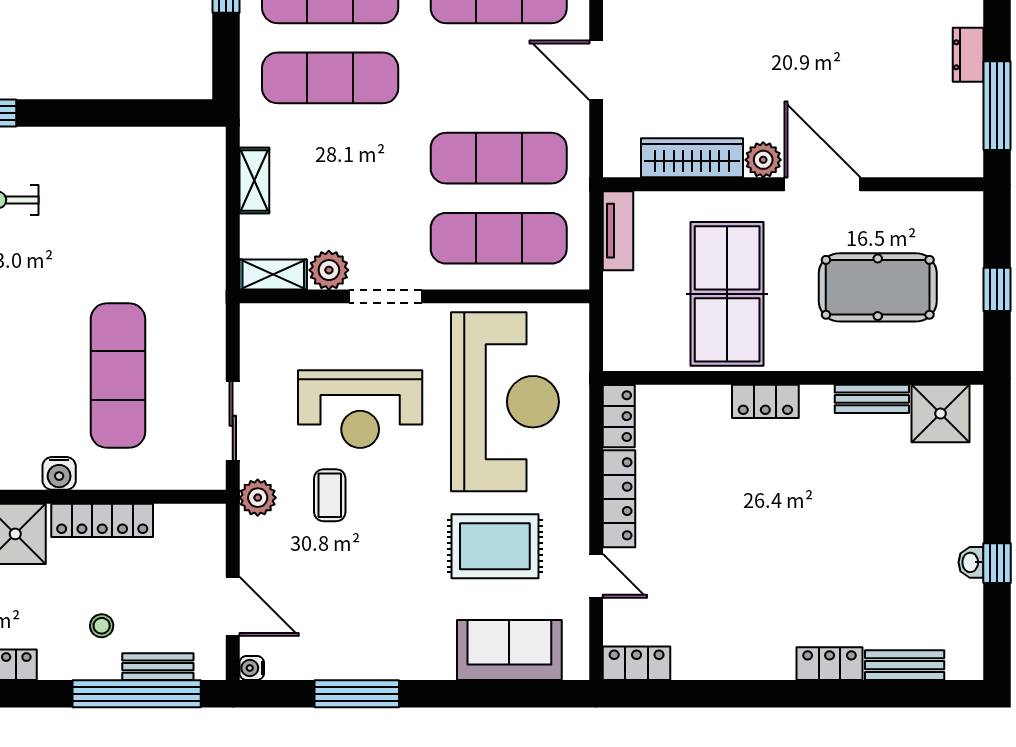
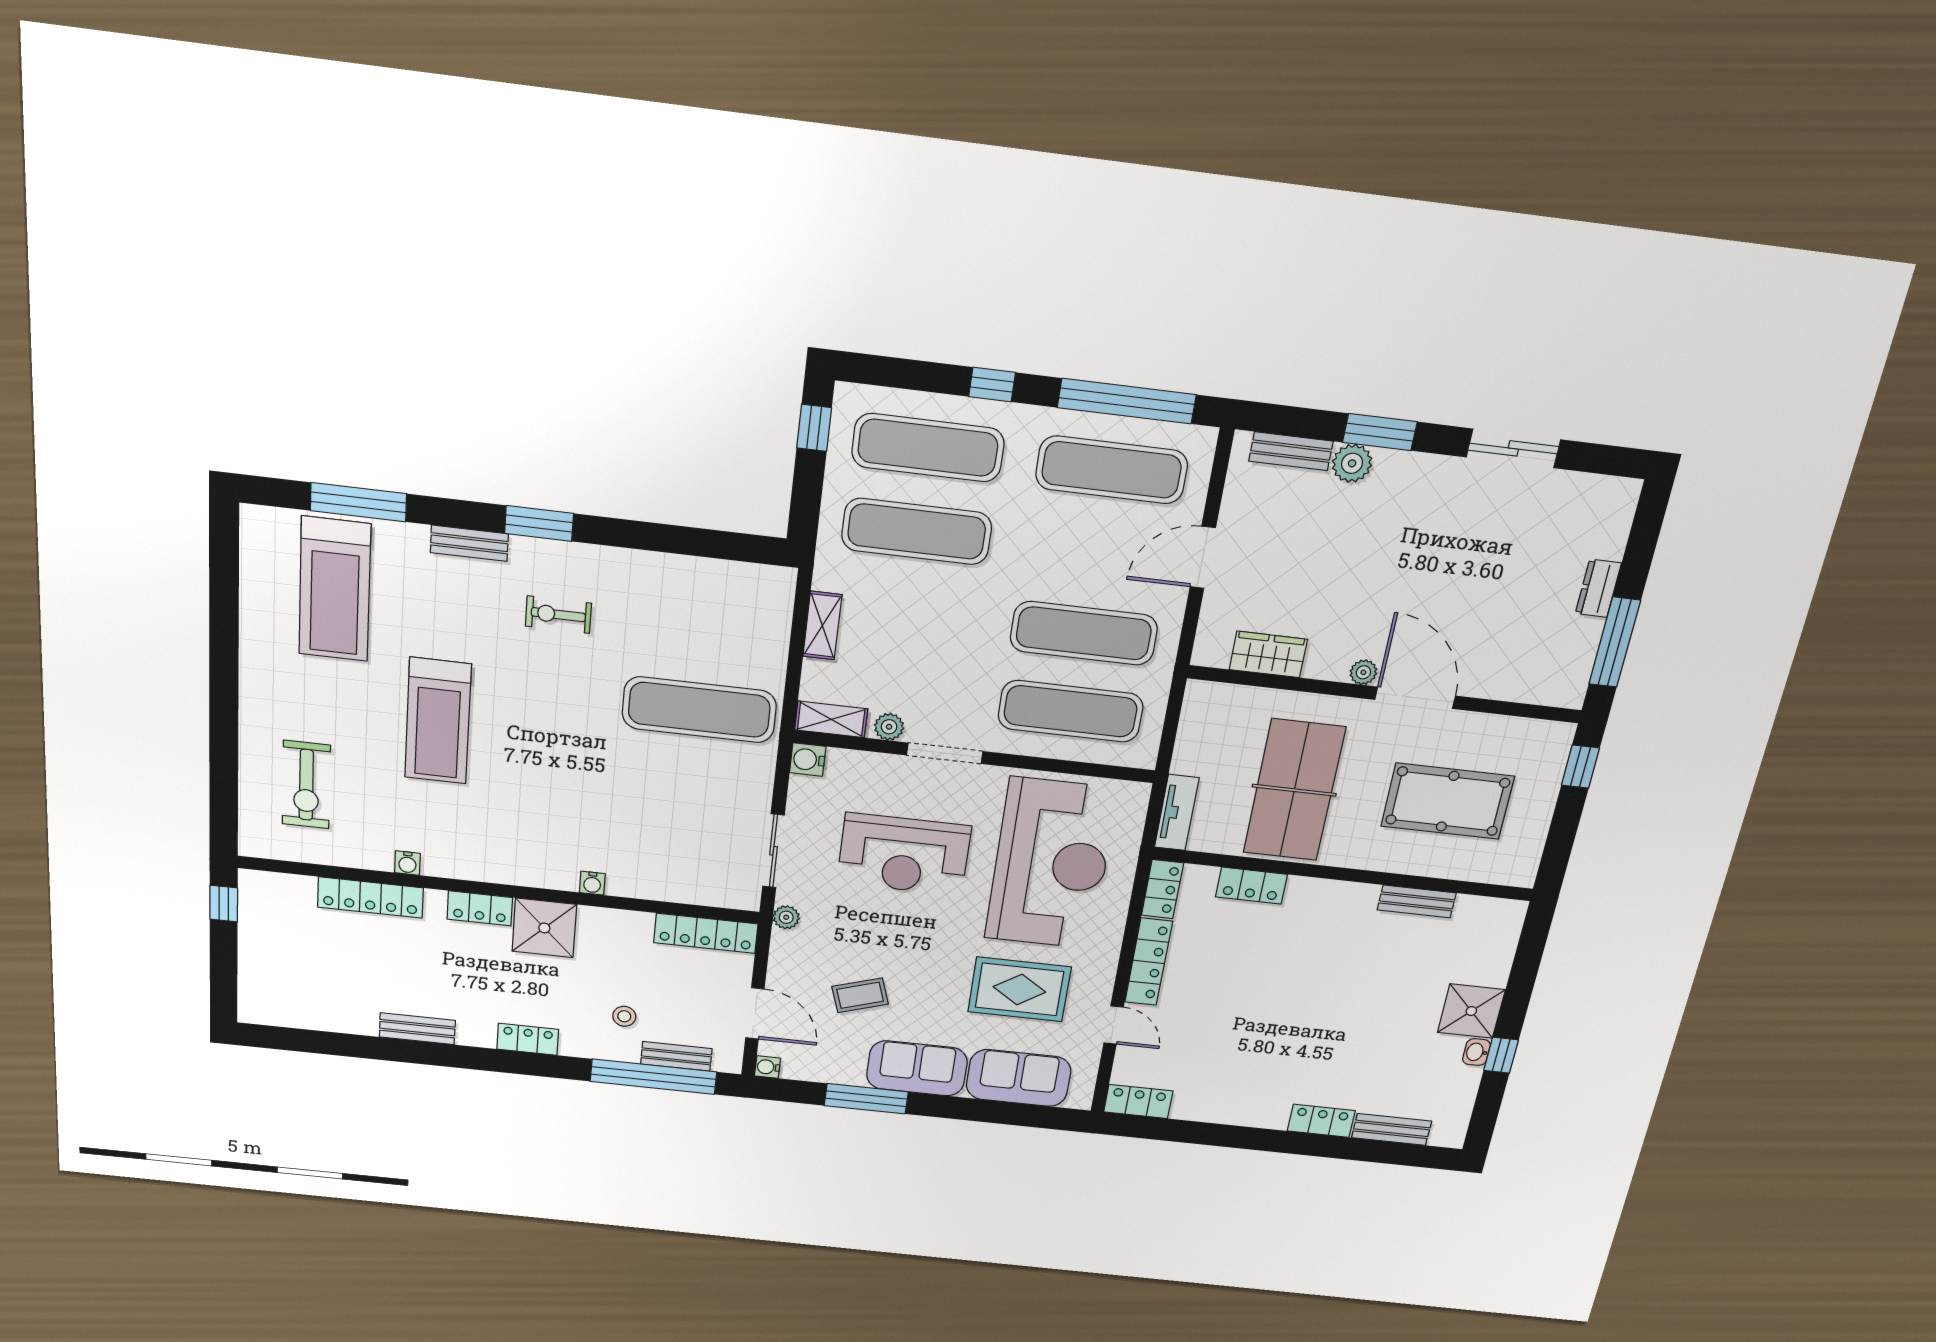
door: (596, 70) -> (1203, 557), hinge flipped
wardrobe: (692, 158) -> (1268, 654), width x0.67
plant: (763, 160) -> (1363, 672), width x0.73, depth x0.73
tv unit: (618, 231) -> (1177, 813), moved
plant: (329, 270) -> (889, 727), width x0.73, depth x0.73
window: (997, 289) -> (1580, 767), moved
water cooler: (255, 319) -> (808, 760), added
exercise mat: (118, 376) -> (699, 710), moved, turned 90
locker: (765, 401) -> (1251, 886), moved
shower: (940, 413) -> (1471, 1011), moved
water cooler: (59, 473) -> (592, 883), width x0.72, depth x0.72
coffee table: (330, 495) -> (860, 995), moved, turned 72
plant: (258, 498) -> (786, 917), width x0.73, depth x0.73
locker: (102, 520) -> (706, 933), moved
sofa: (404, 651) -> (917, 1068), added

